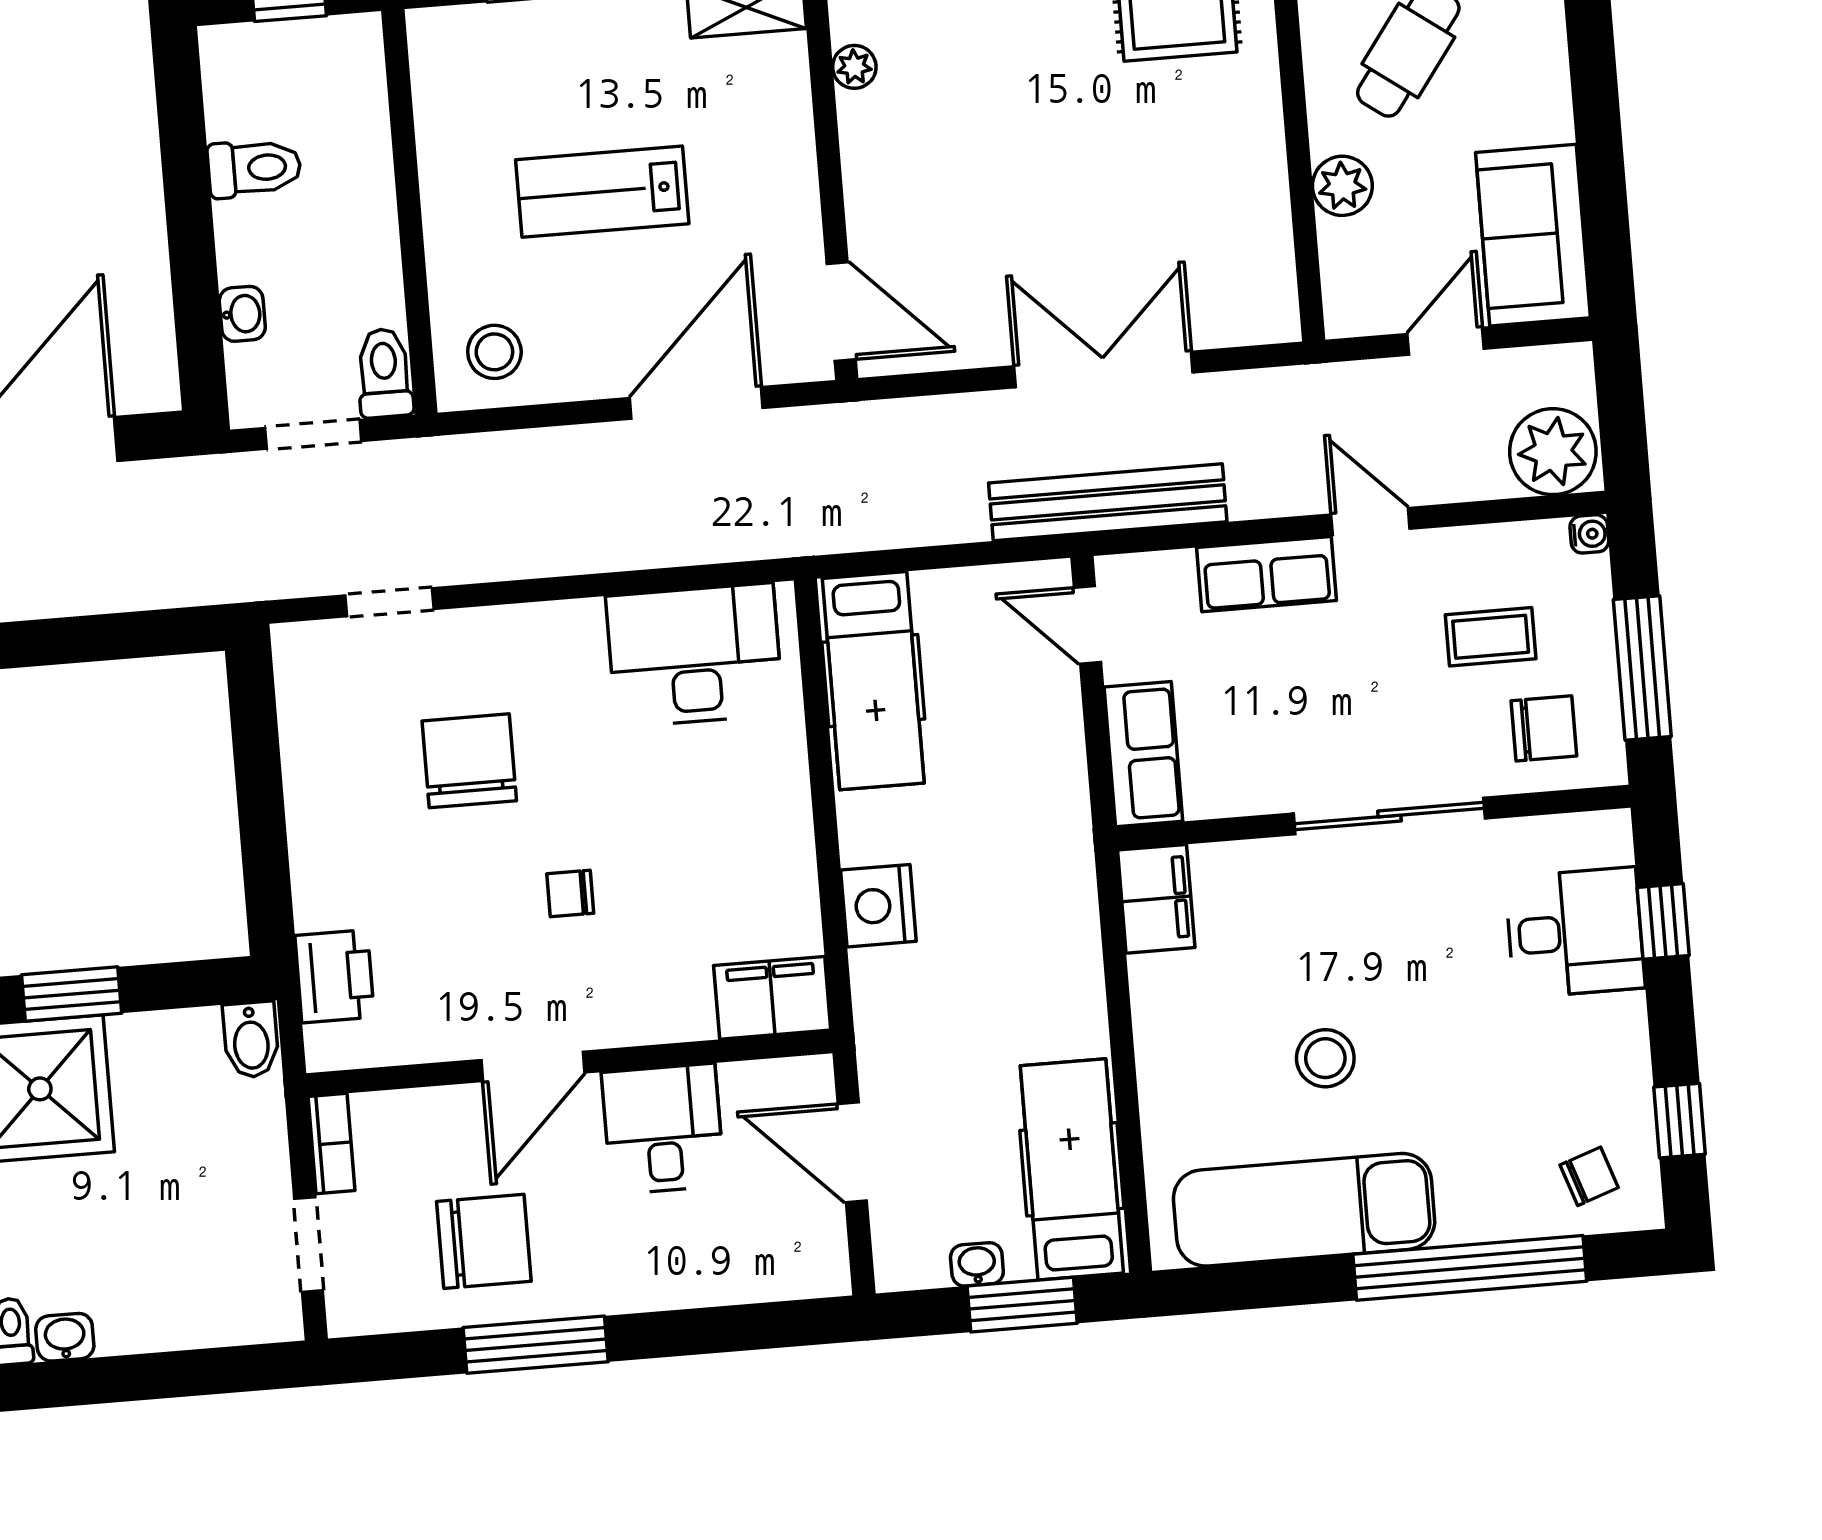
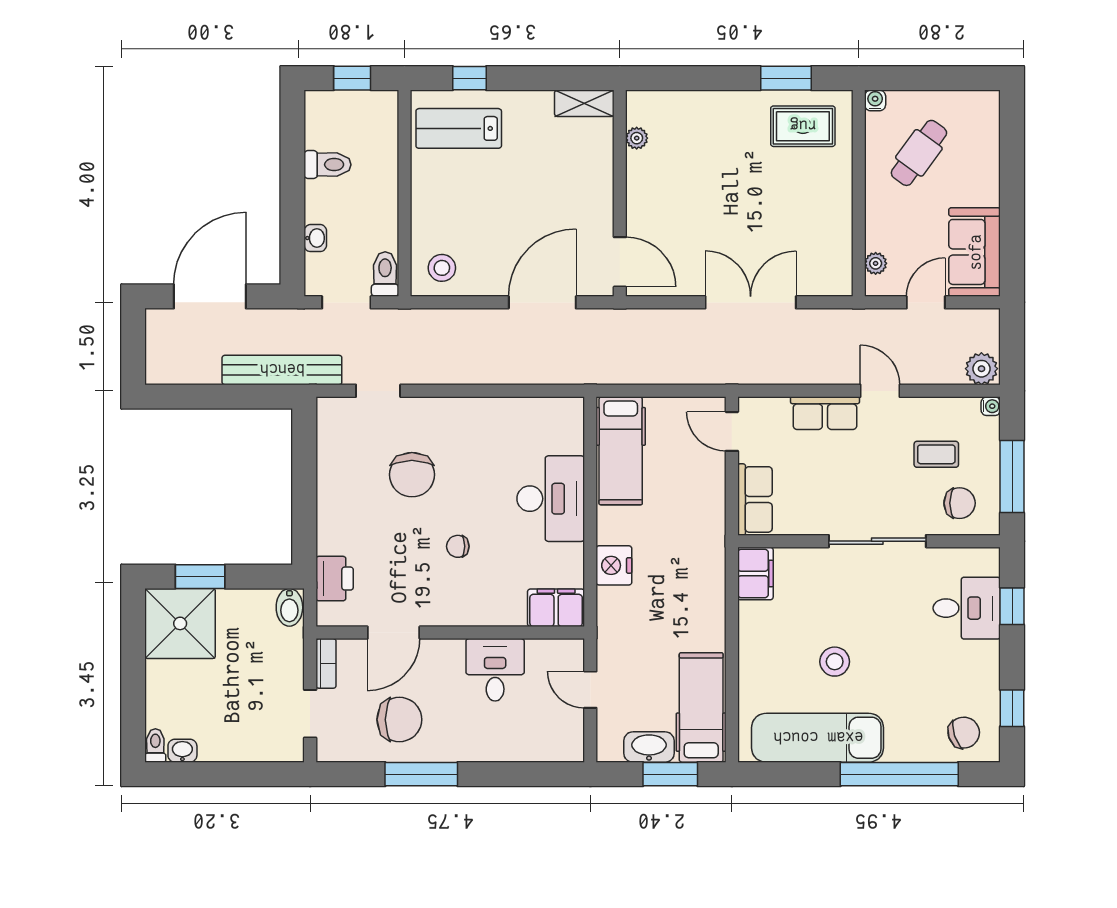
plant: (1342, 186) -> (876, 263), moved, width x0.73, depth x0.73
lab bench: (602, 192) -> (459, 128), moved
plant: (1553, 452) -> (981, 369), width x0.73, depth x0.73
bench: (1108, 502) -> (282, 370), moved
desk: (695, 655) -> (551, 499), moved, turned 90
chair: (469, 761) -> (412, 475), turned 180
door: (533, 1066) -> (394, 633), moved
door: (852, 1152) -> (590, 690), width x0.73
chair: (1589, 1176) -> (964, 733), width x1.37, depth x1.37
washbasin: (977, 1264) -> (649, 747), width x1.91, depth x1.45

